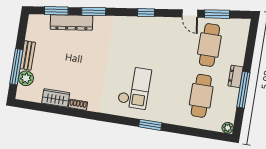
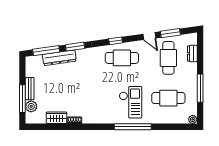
window: (56, 11) -> (46, 51), width x1.44
cafe table: (151, 35) -> (122, 58), added
dresser: (235, 76) -> (192, 53), moved
checkout: (134, 88) -> (131, 102), moved
cafe table: (201, 96) -> (168, 98), turned 90
window: (150, 125) -> (133, 127), width x2.11

